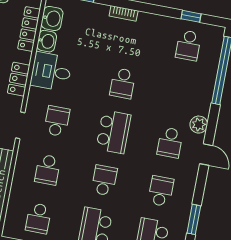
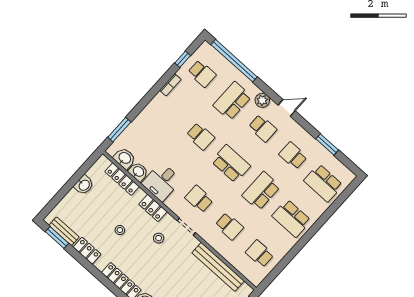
bookcase: (124, 13) -> (170, 85), moved
school desk: (179, 94) -> (232, 101), added
school desk: (104, 180) -> (261, 191), width x1.85
school desk: (38, 218) -> (260, 254), turned 180

